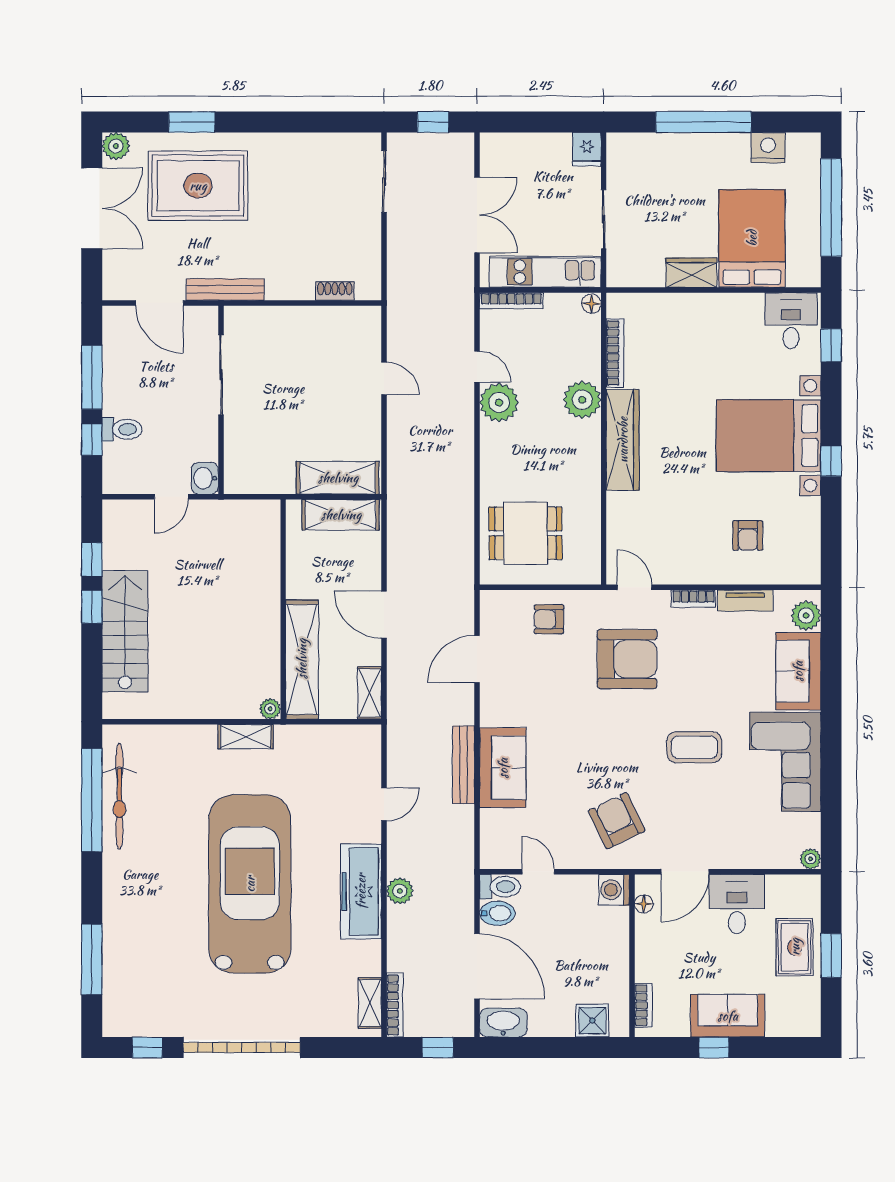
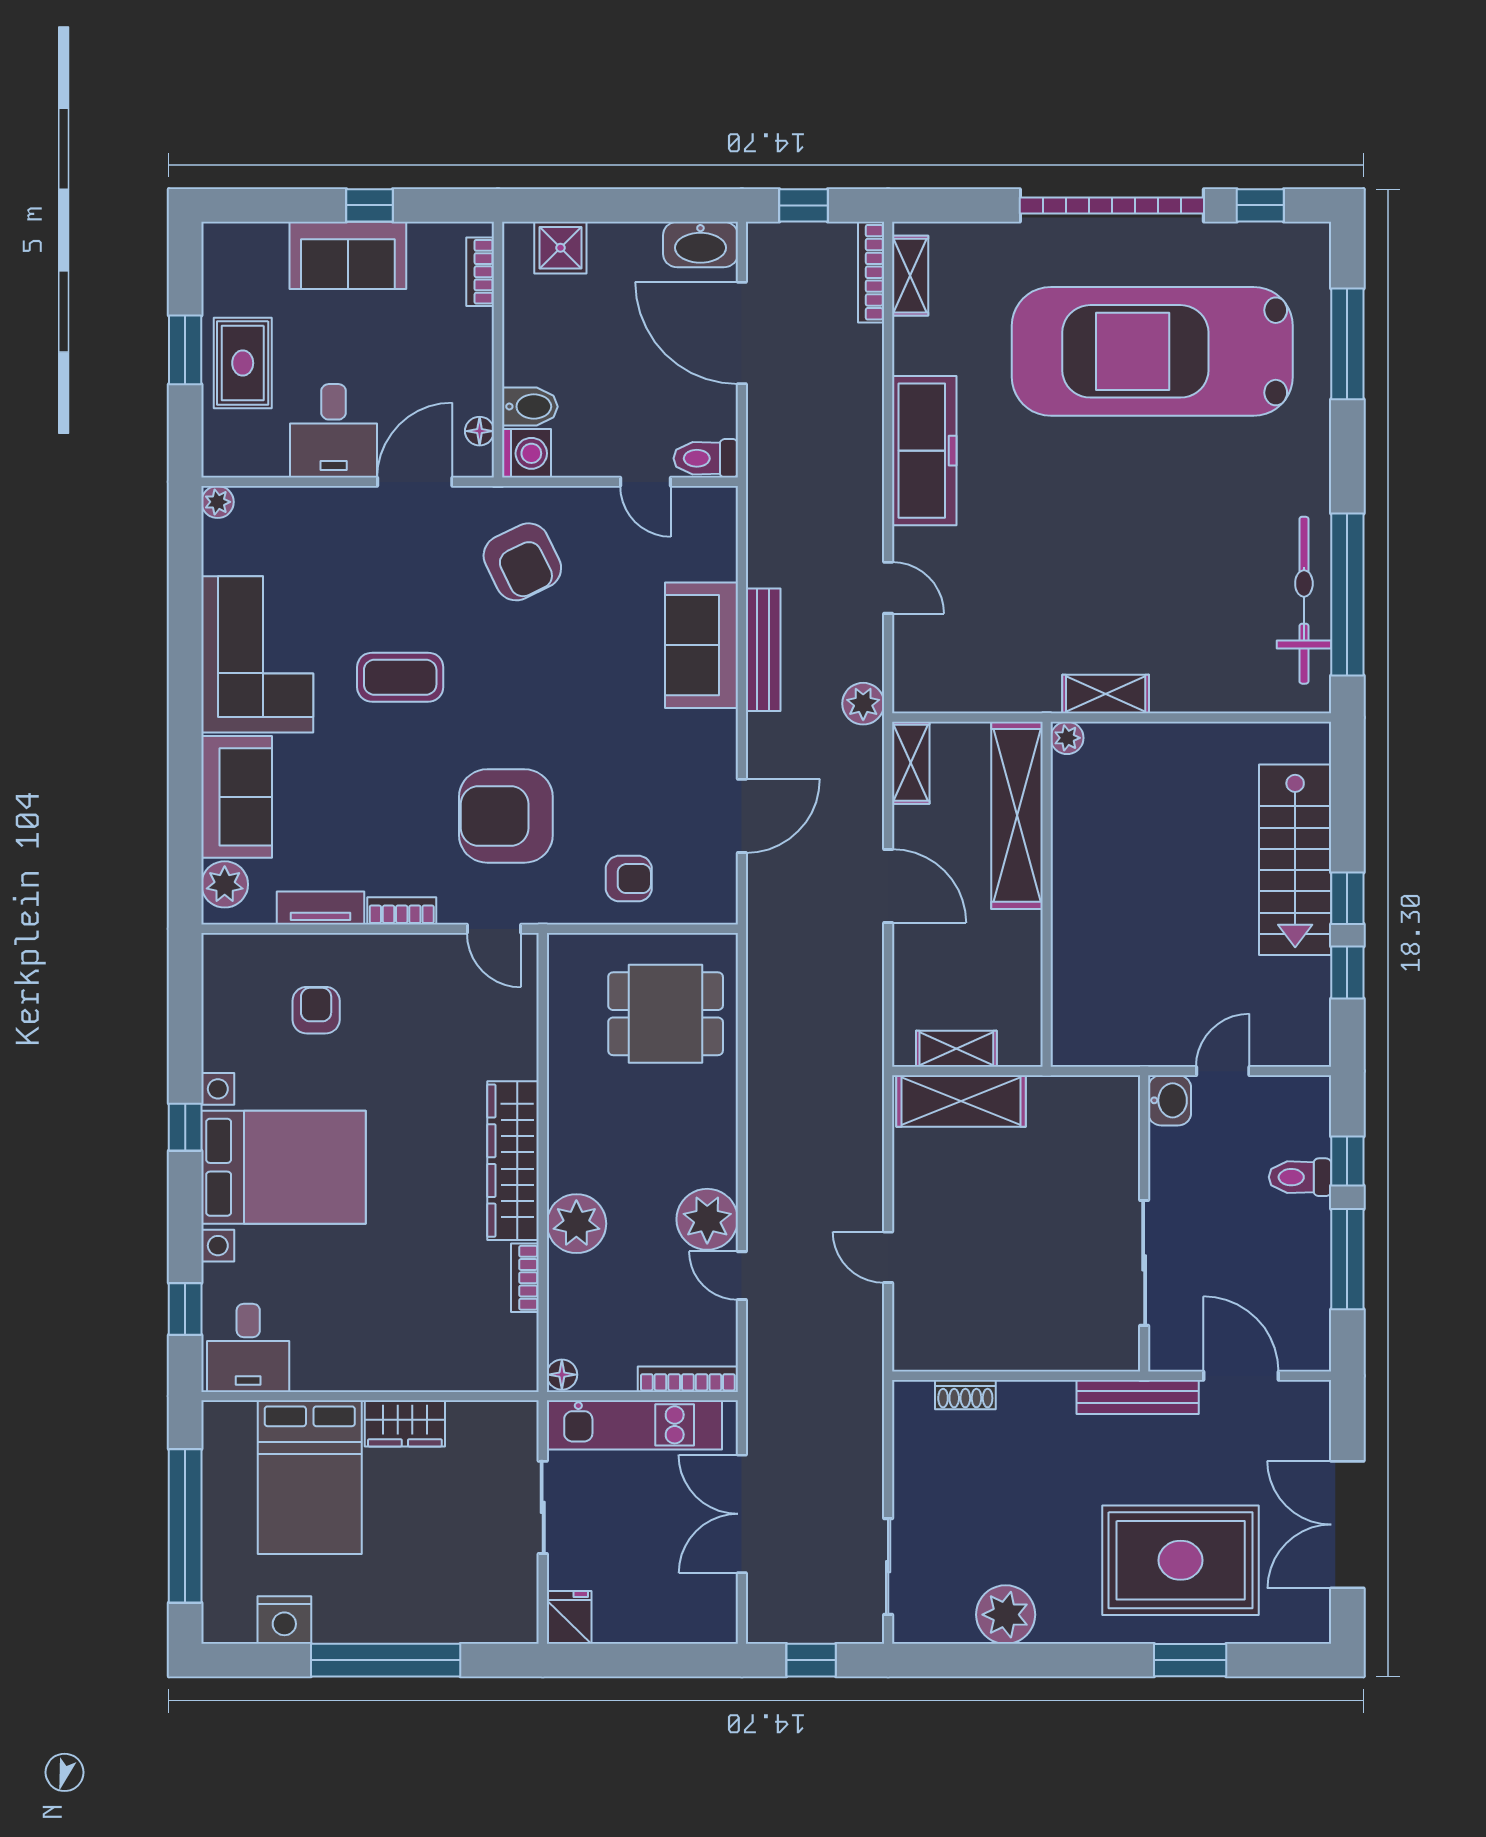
plant: (116, 146) -> (1006, 1615), moved, width x1.36, depth x1.36
bookcase: (615, 353) -> (525, 1278), width x0.64
shelving: (341, 515) -> (956, 1049), width x0.67, depth x0.75
door: (384, 804) -> (888, 588), swing flipped
car: (250, 884) -> (1152, 351), moved, turned 90
plant: (400, 891) -> (863, 704), moved
bidet: (497, 913) -> (530, 407), moved, turned 180

